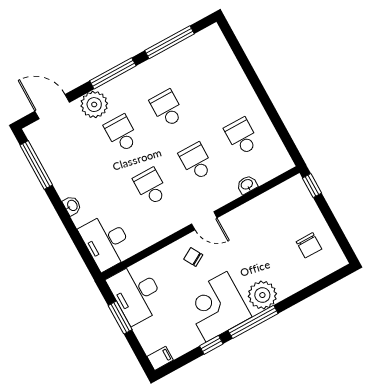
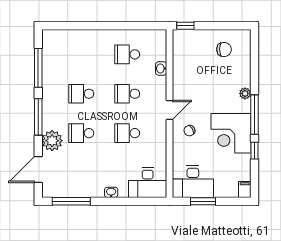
plant: (262, 295) -> (245, 93), width x0.53, depth x0.53

